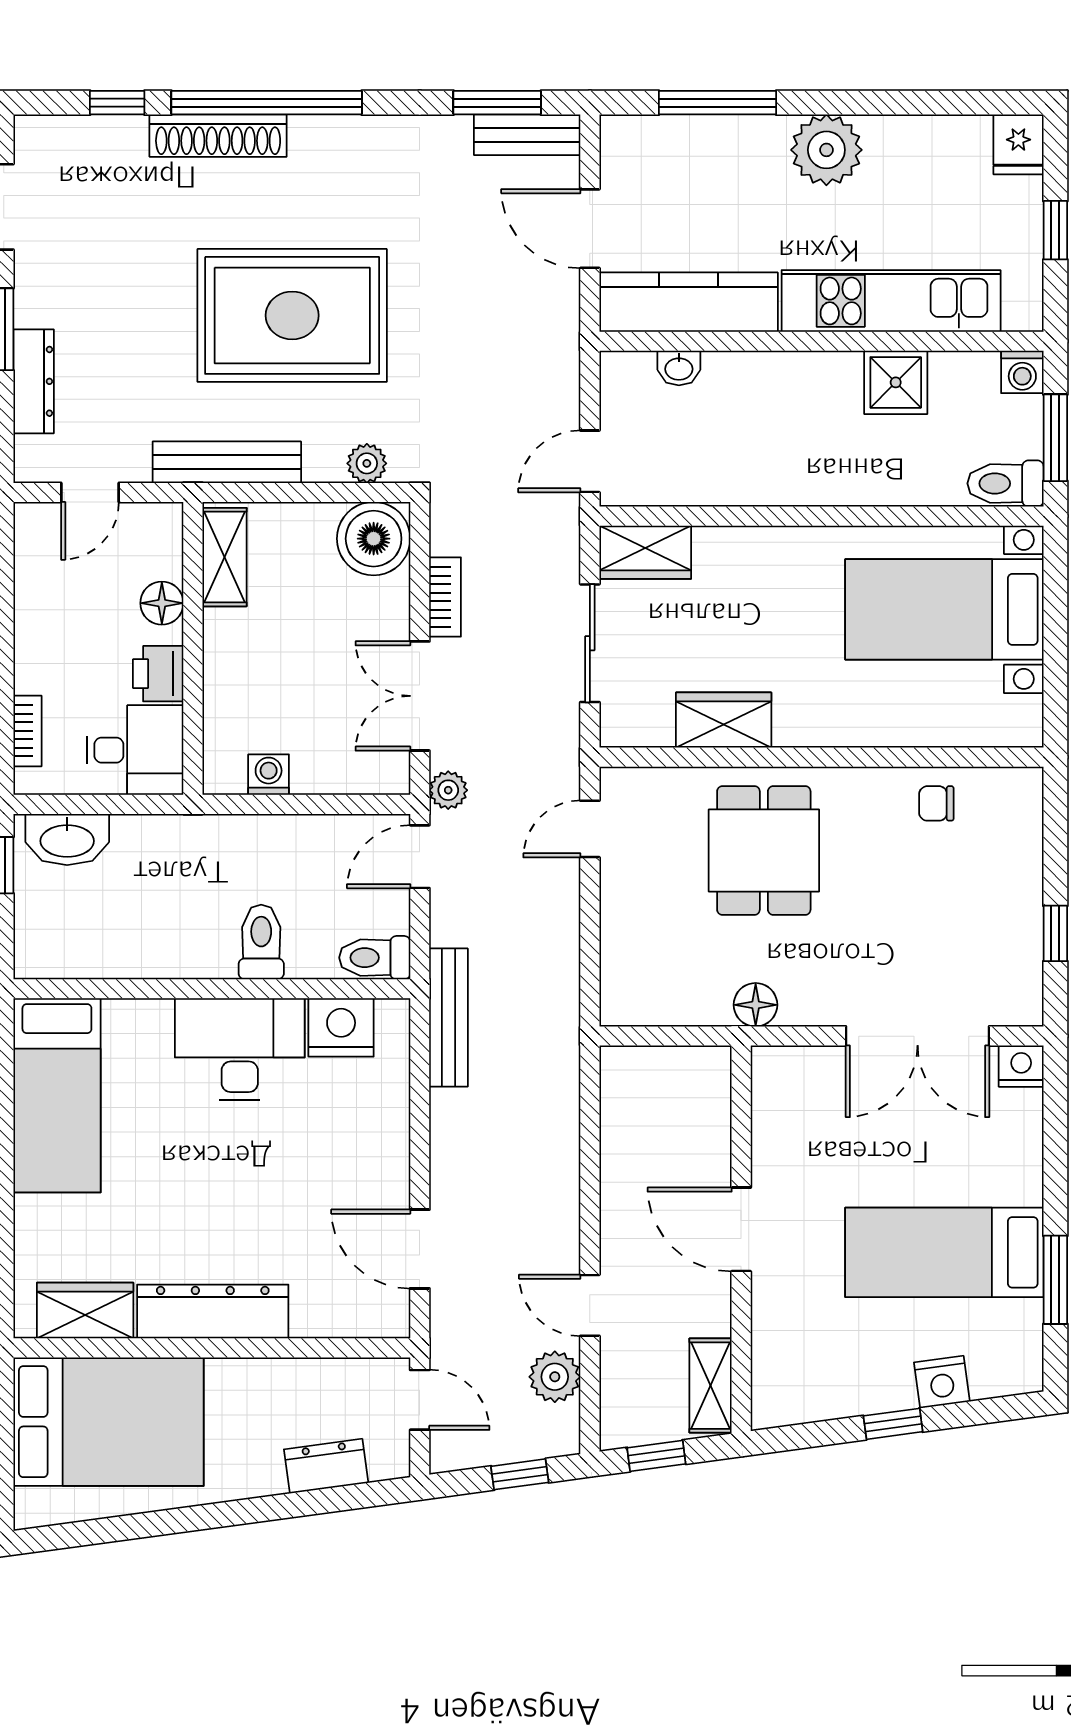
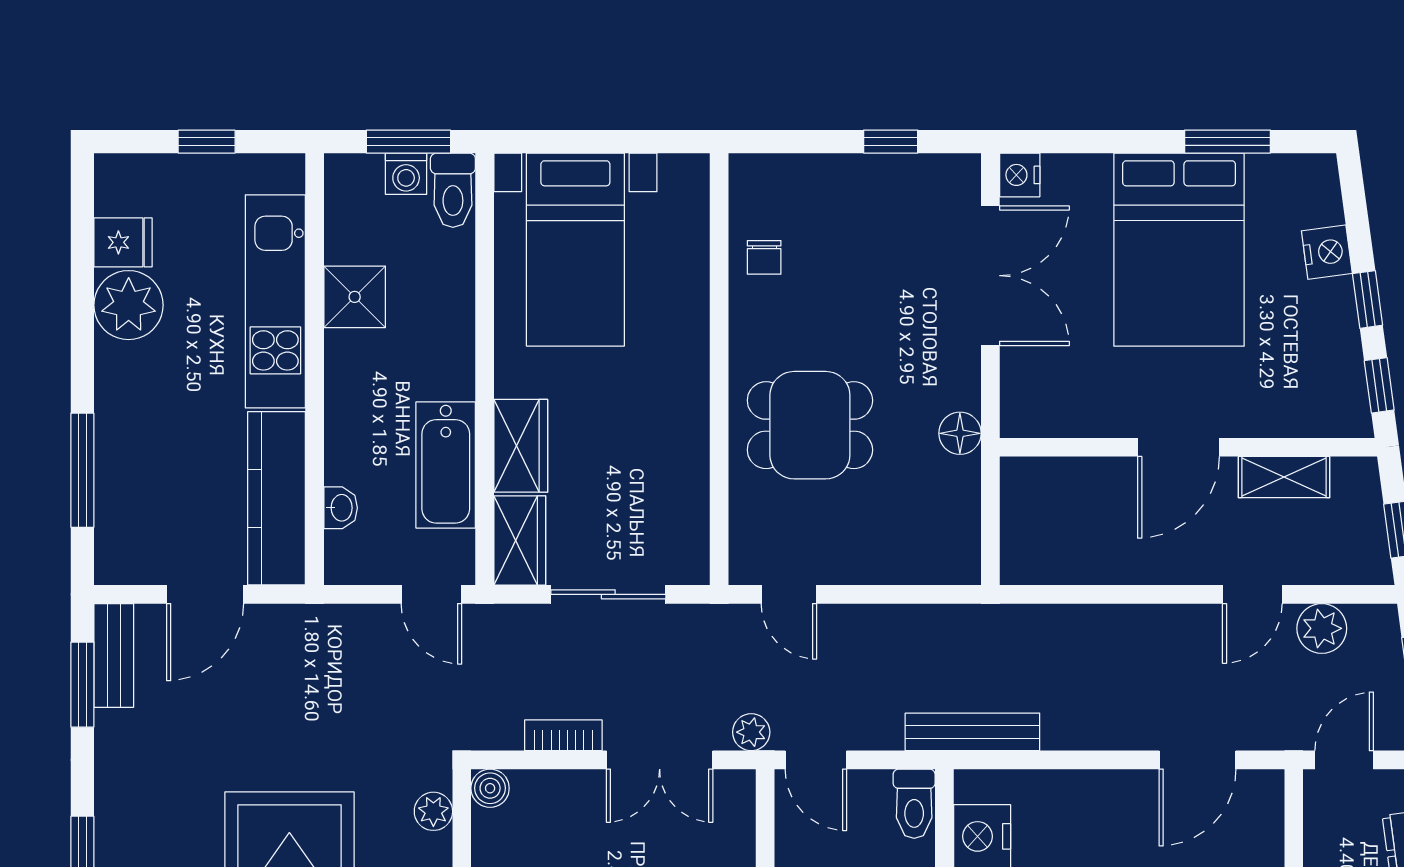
fridge: (1018, 144) -> (123, 242), moved
plant: (826, 150) -> (129, 305), moved
washing machine: (1022, 372) -> (406, 174), moved, turned 90
bathtub: (723, 476) -> (446, 465), added
boiler: (374, 539) -> (490, 788), width x0.54, depth x0.54
wardrobe: (724, 720) -> (521, 446), moved, turned 180
bed: (944, 1252) -> (1179, 250), width x1.50
shelving: (710, 1386) -> (1284, 477), moved
window: (805, 1436) -> (1379, 385), added

